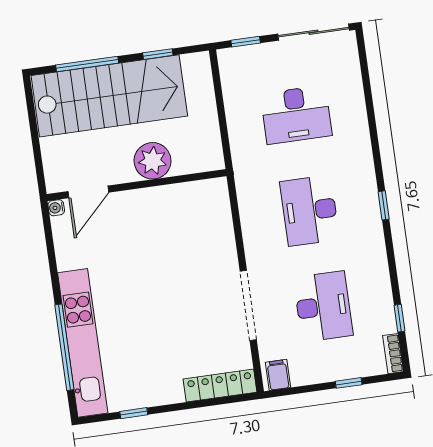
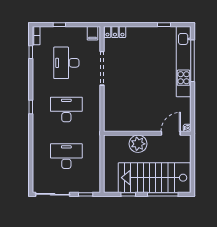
desk: (310, 211) -> (66, 109), turned -90
locker: (220, 386) -> (115, 32), width x0.66

